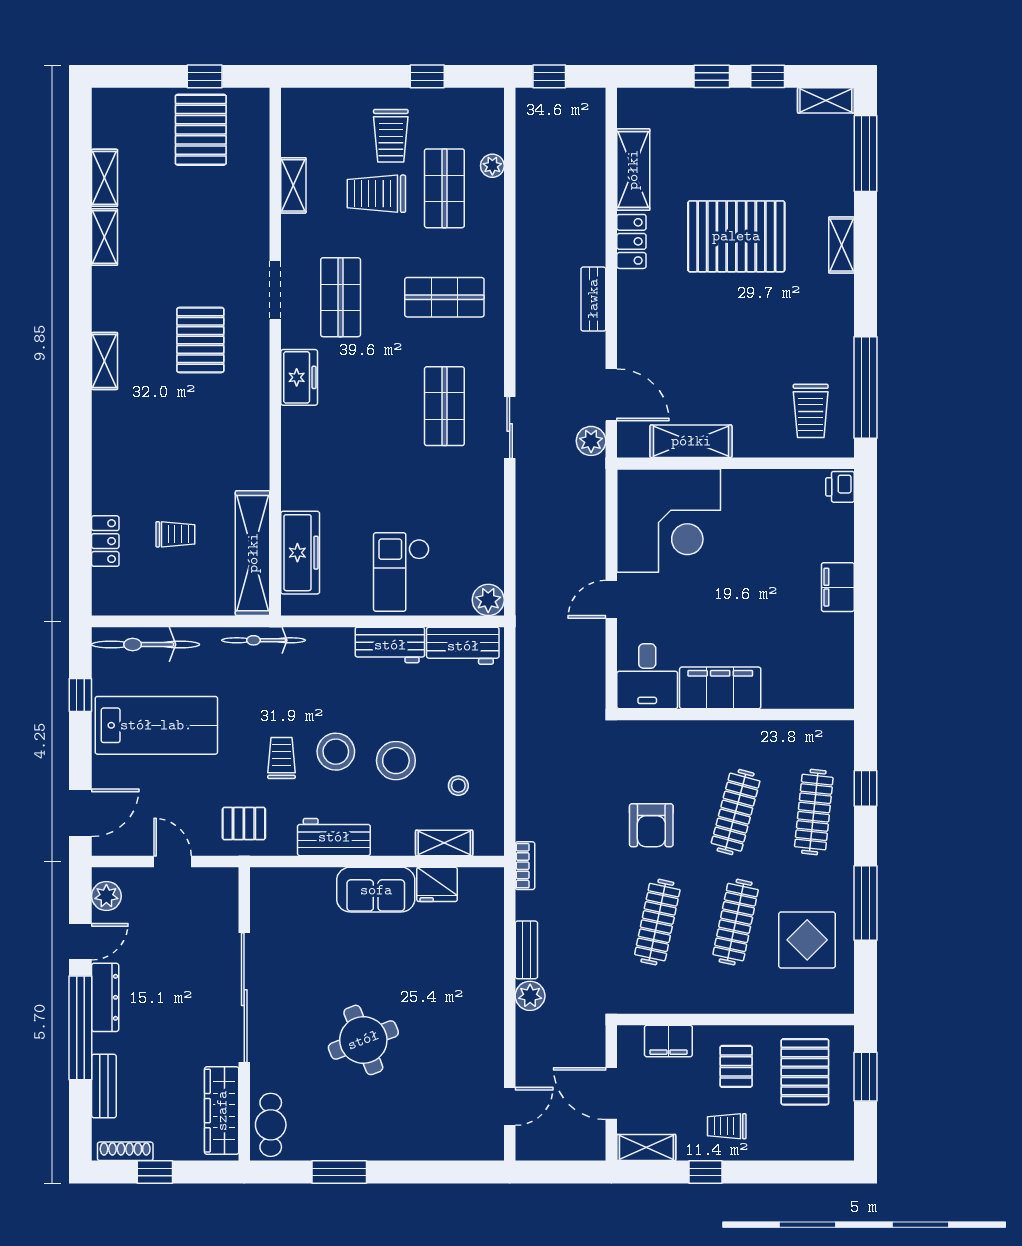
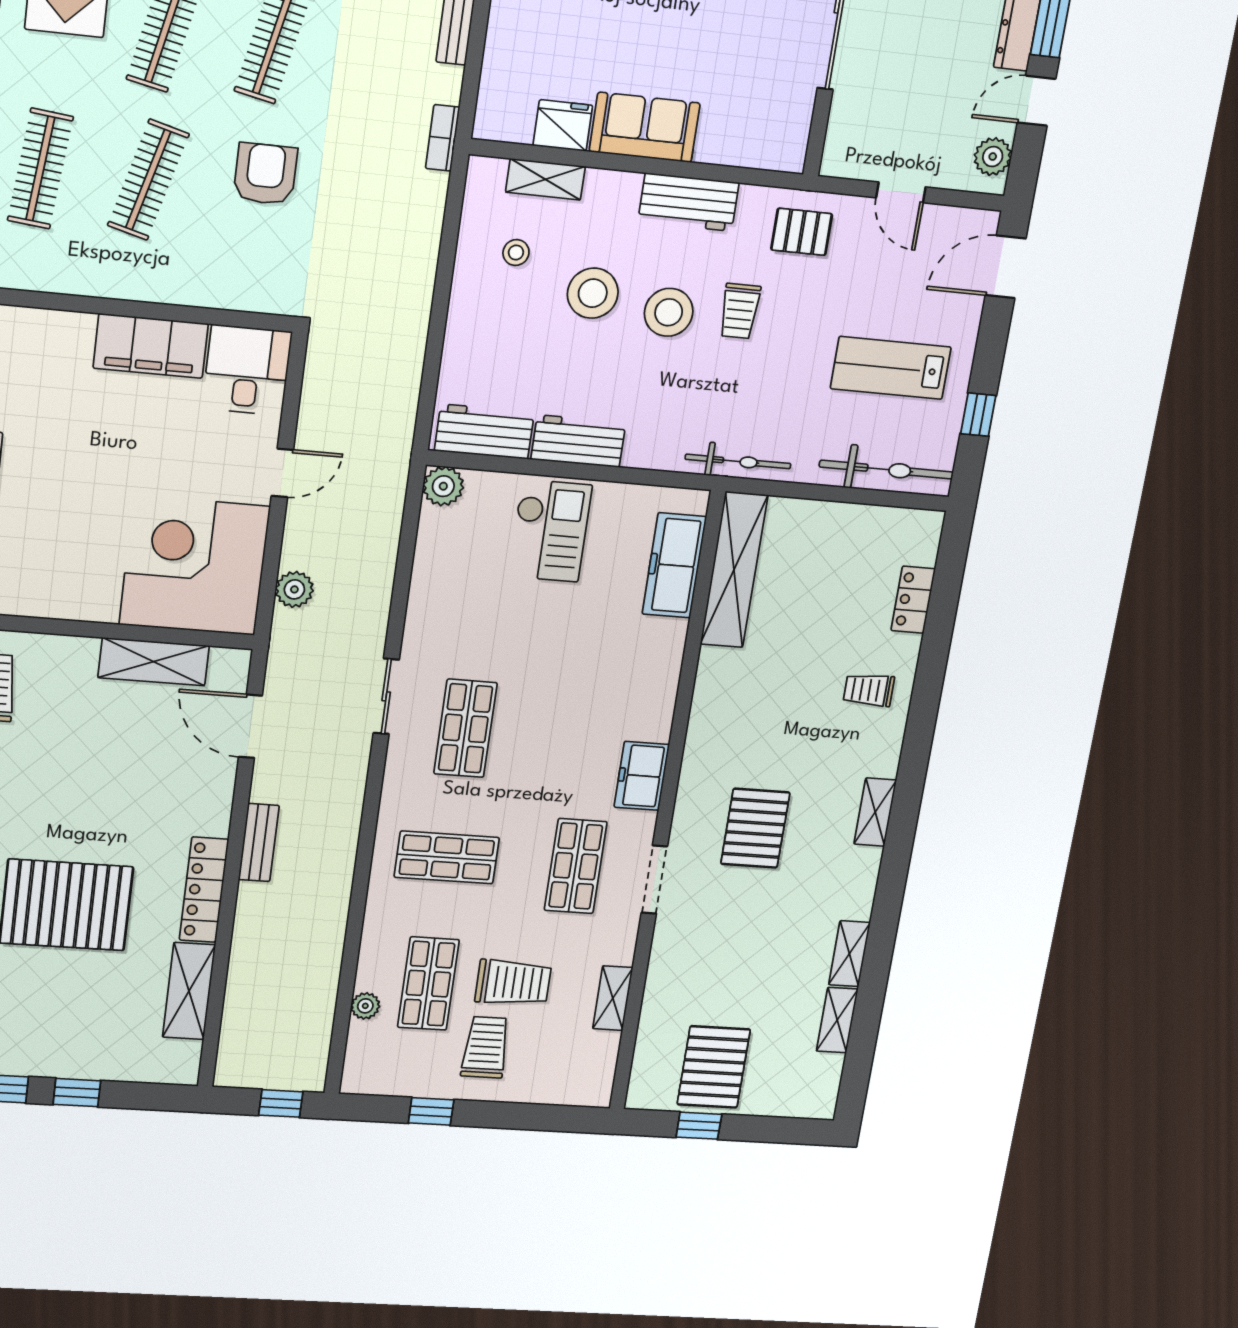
locker: (631, 241) -> (204, 890), width x1.53
plant: (591, 441) -> (294, 589), moved
trolley: (175, 534) -> (869, 690), moved
lab bench: (156, 725) -> (891, 368), width x0.73, depth x0.72

